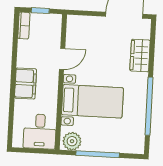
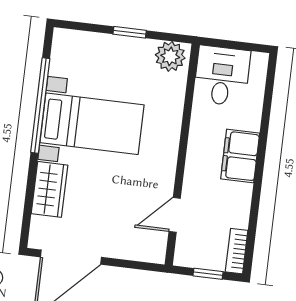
door: (62, 59) -> (175, 215), moved
bed with nightstands: (92, 101) -> (92, 124), moved, turned 180
window: (98, 154) -> (130, 32), width x0.46

